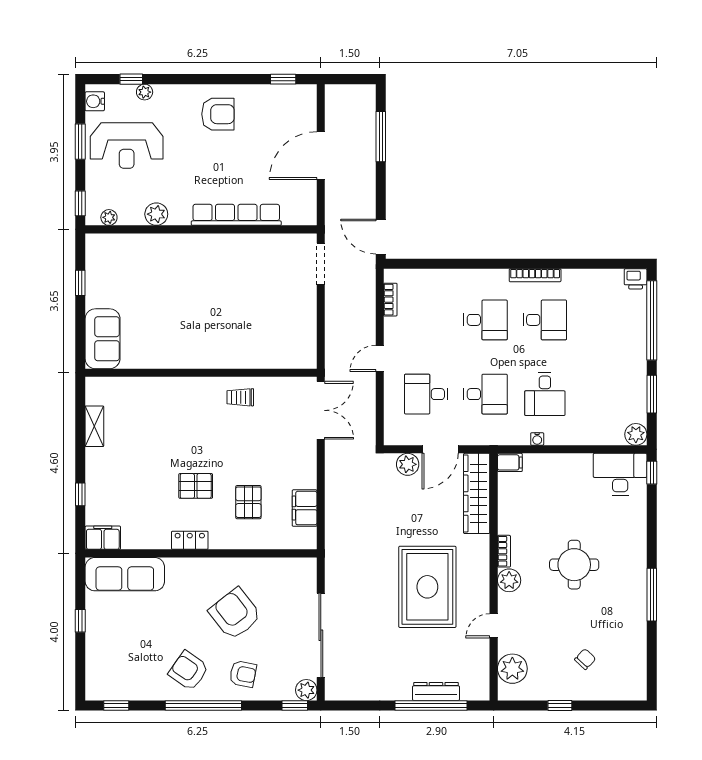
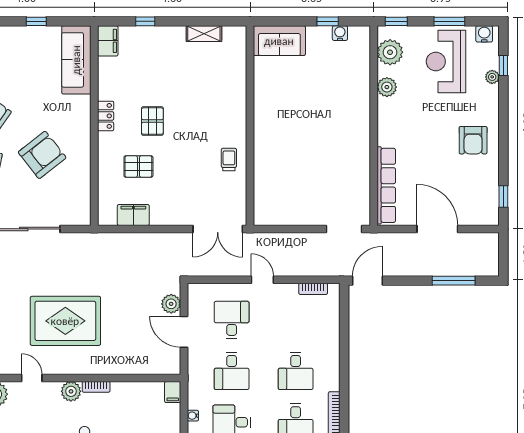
row of seats: (236, 215) -> (386, 185), moved
plant: (109, 217) -> (390, 52), width x1.88, depth x1.88
water cooler: (94, 269) -> (340, 33), added
wardrobe: (477, 493) -> (146, 363), removed

